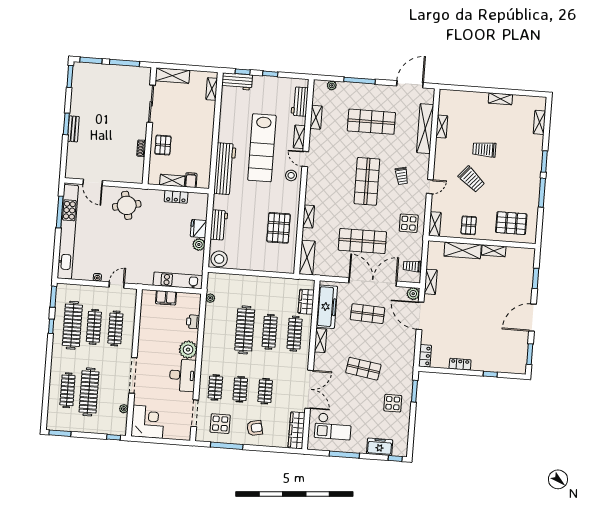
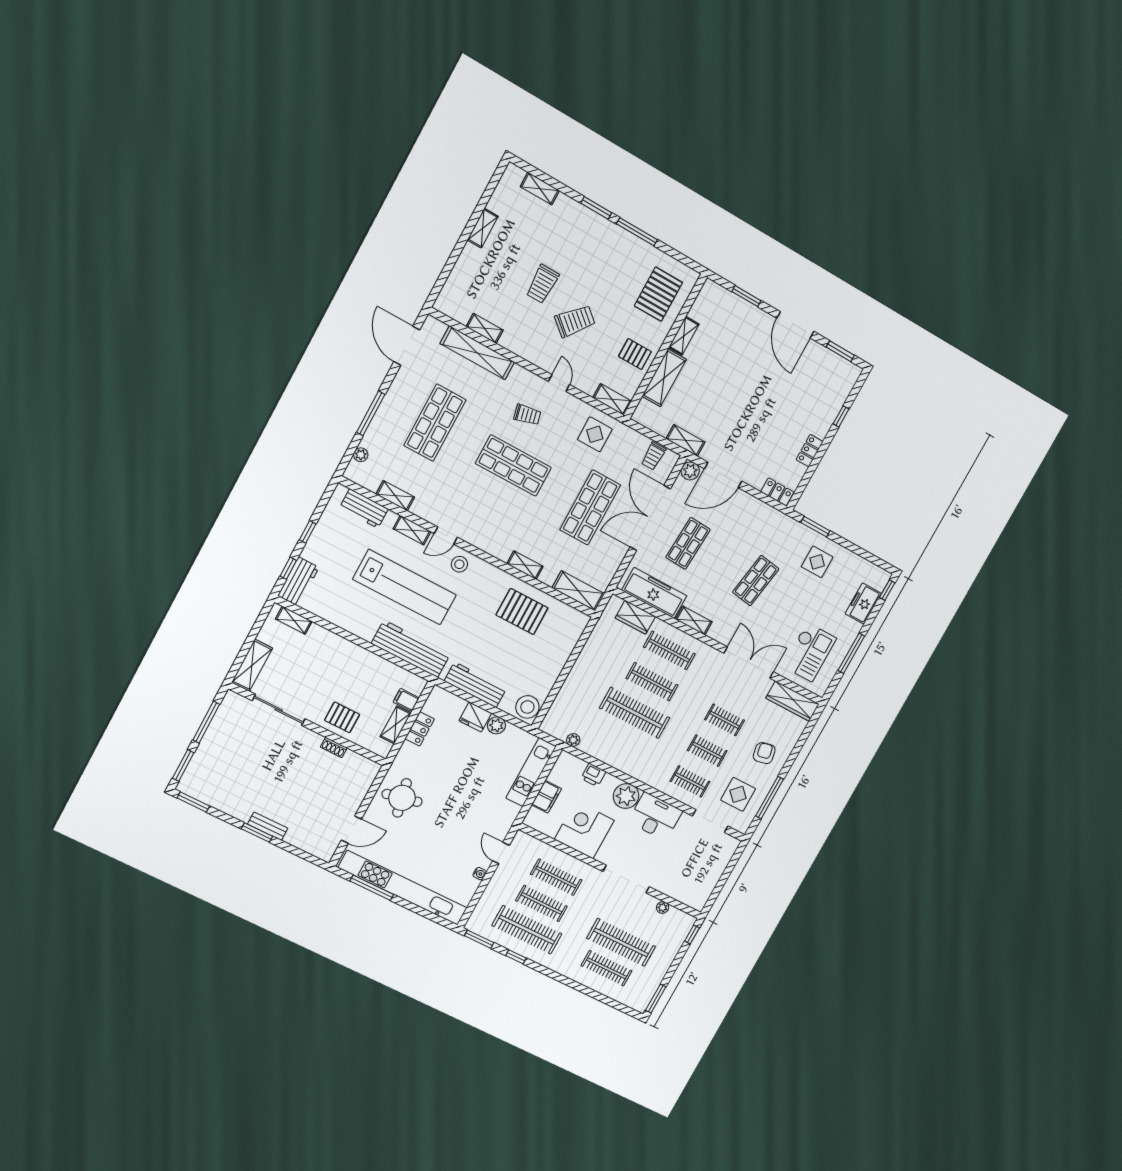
workbench: (219, 225) -> (475, 685), width x1.38
corner desk: (148, 422) -> (584, 830), moved

